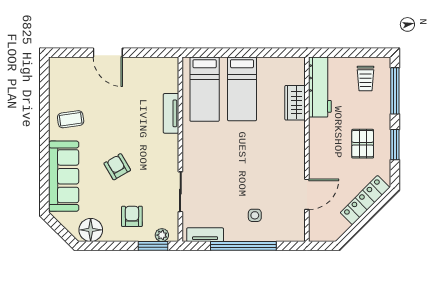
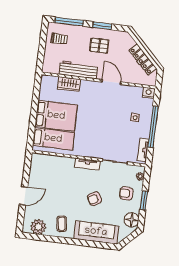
plant: (61, 82) -> (38, 227), added
workbench: (320, 87) -> (78, 70), moved
bed: (242, 89) -> (56, 116), width x1.50
tv unit: (171, 113) -> (87, 164), moved
door: (307, 194) -> (111, 82), moved
locker: (365, 200) -> (143, 59), moved
nightstand: (297, 232) -> (149, 93), added
window: (153, 246) -> (144, 200), moved

